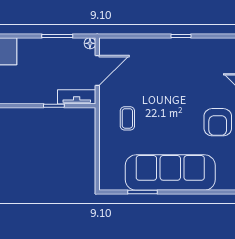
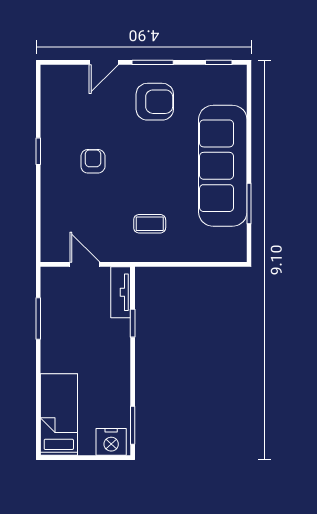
floor lamp: (90, 43) -> (48, 274), removed
door: (97, 70) -> (85, 264), width x0.73
armchair: (174, 76) -> (93, 161), added

